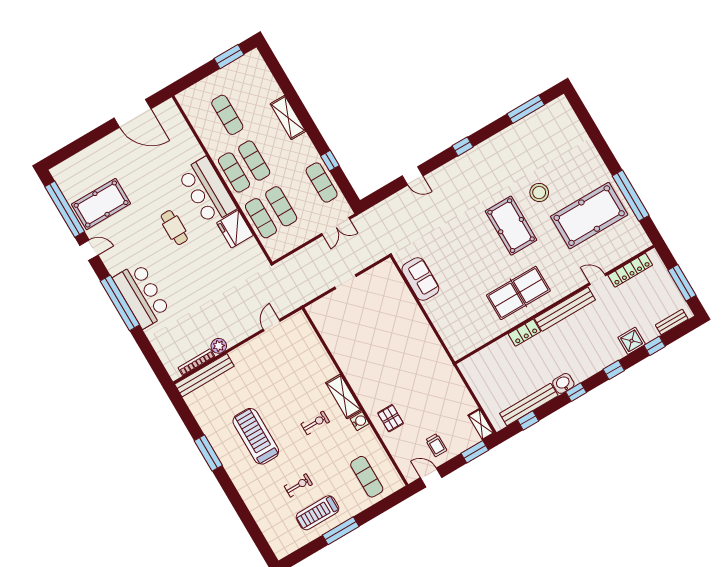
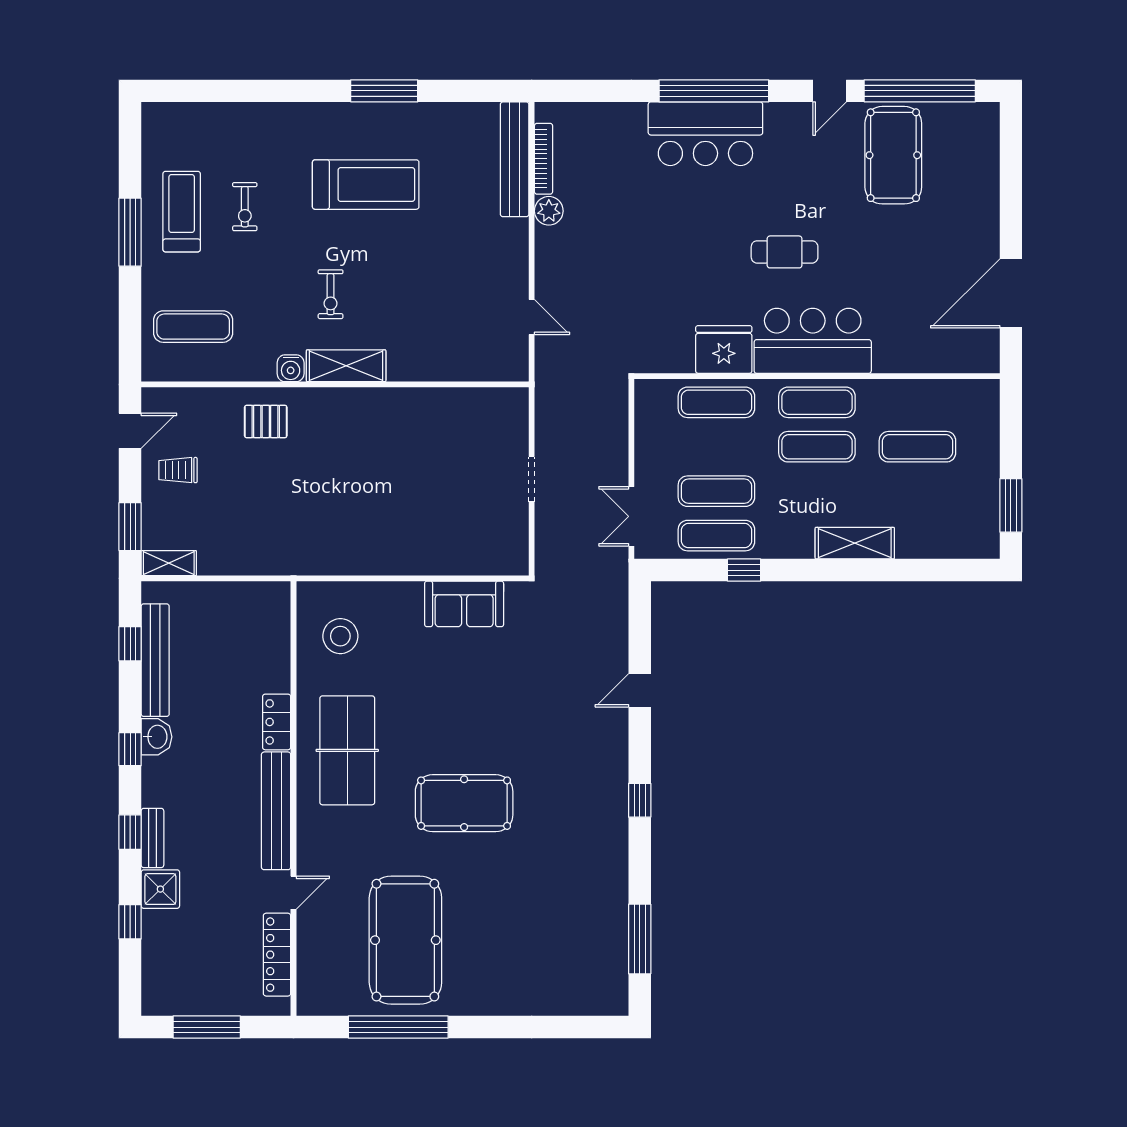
stool: (539, 192) -> (340, 636), moved
exercise mat: (281, 206) -> (716, 491), moved
bench: (672, 322) -> (152, 838), moved

